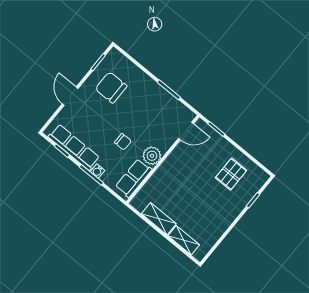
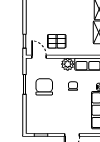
chair: (111, 87) -> (44, 87), moved, turned 180
pallet: (231, 174) -> (57, 41), moved

